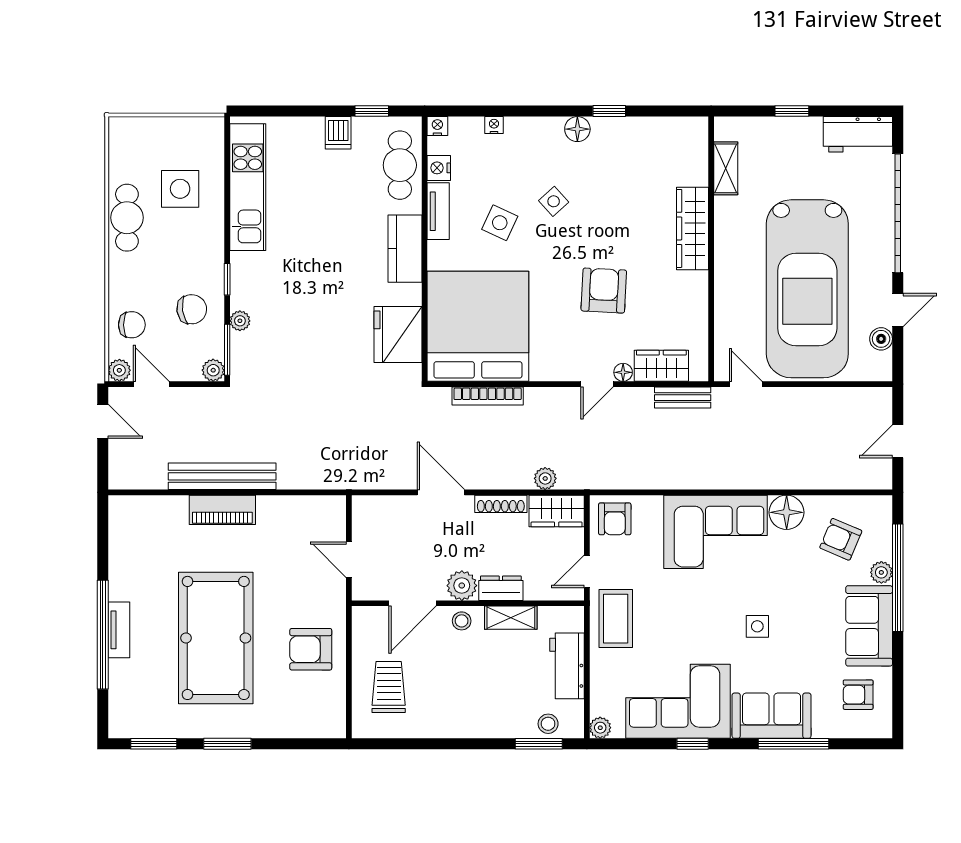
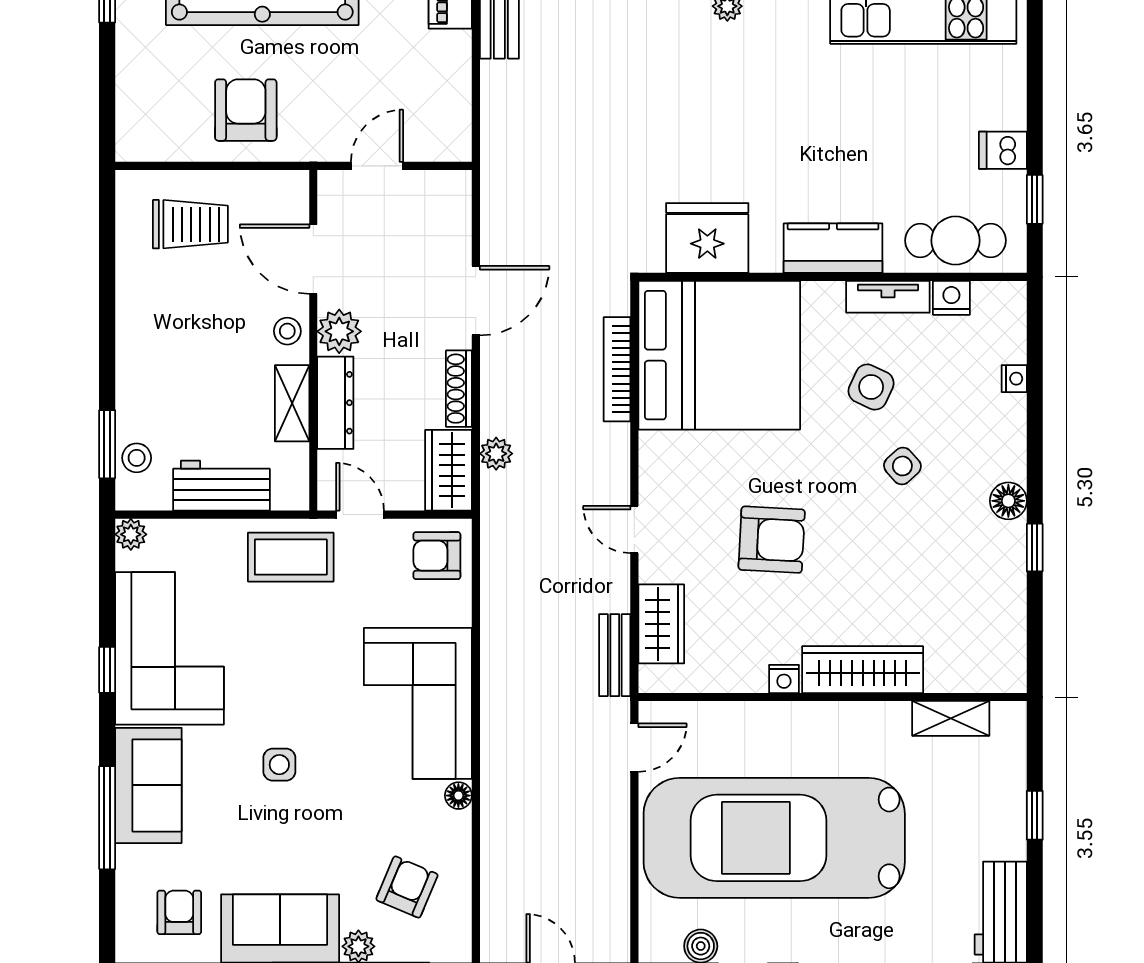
nightstand: (437, 126) -> (784, 679), moved, turned 90
floor lamp: (623, 372) -> (652, 568), removed
floor lamp: (787, 512) -> (458, 796), width x0.53, depth x0.53
dresser: (501, 588) -> (335, 403), width x1.44

